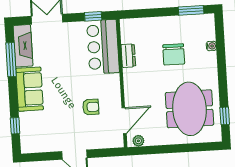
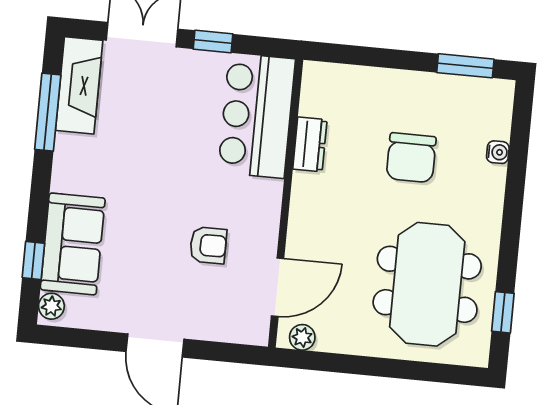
window: (93, 16) -> (213, 42), moved
sofa: (30, 89) -> (73, 244), moved
plant: (26, 145) -> (51, 306), added

